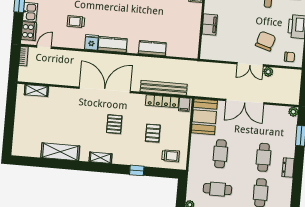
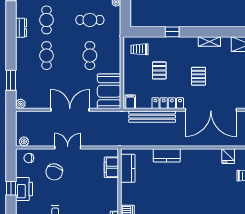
filing cabinet: (210, 24) -> (111, 167), moved
kitchen counter: (113, 45) -> (128, 168), moved, turned -90
plant: (268, 72) -> (24, 141), moved
locker: (162, 101) -> (168, 103), moved
dresser: (288, 168) -> (21, 28), moved

